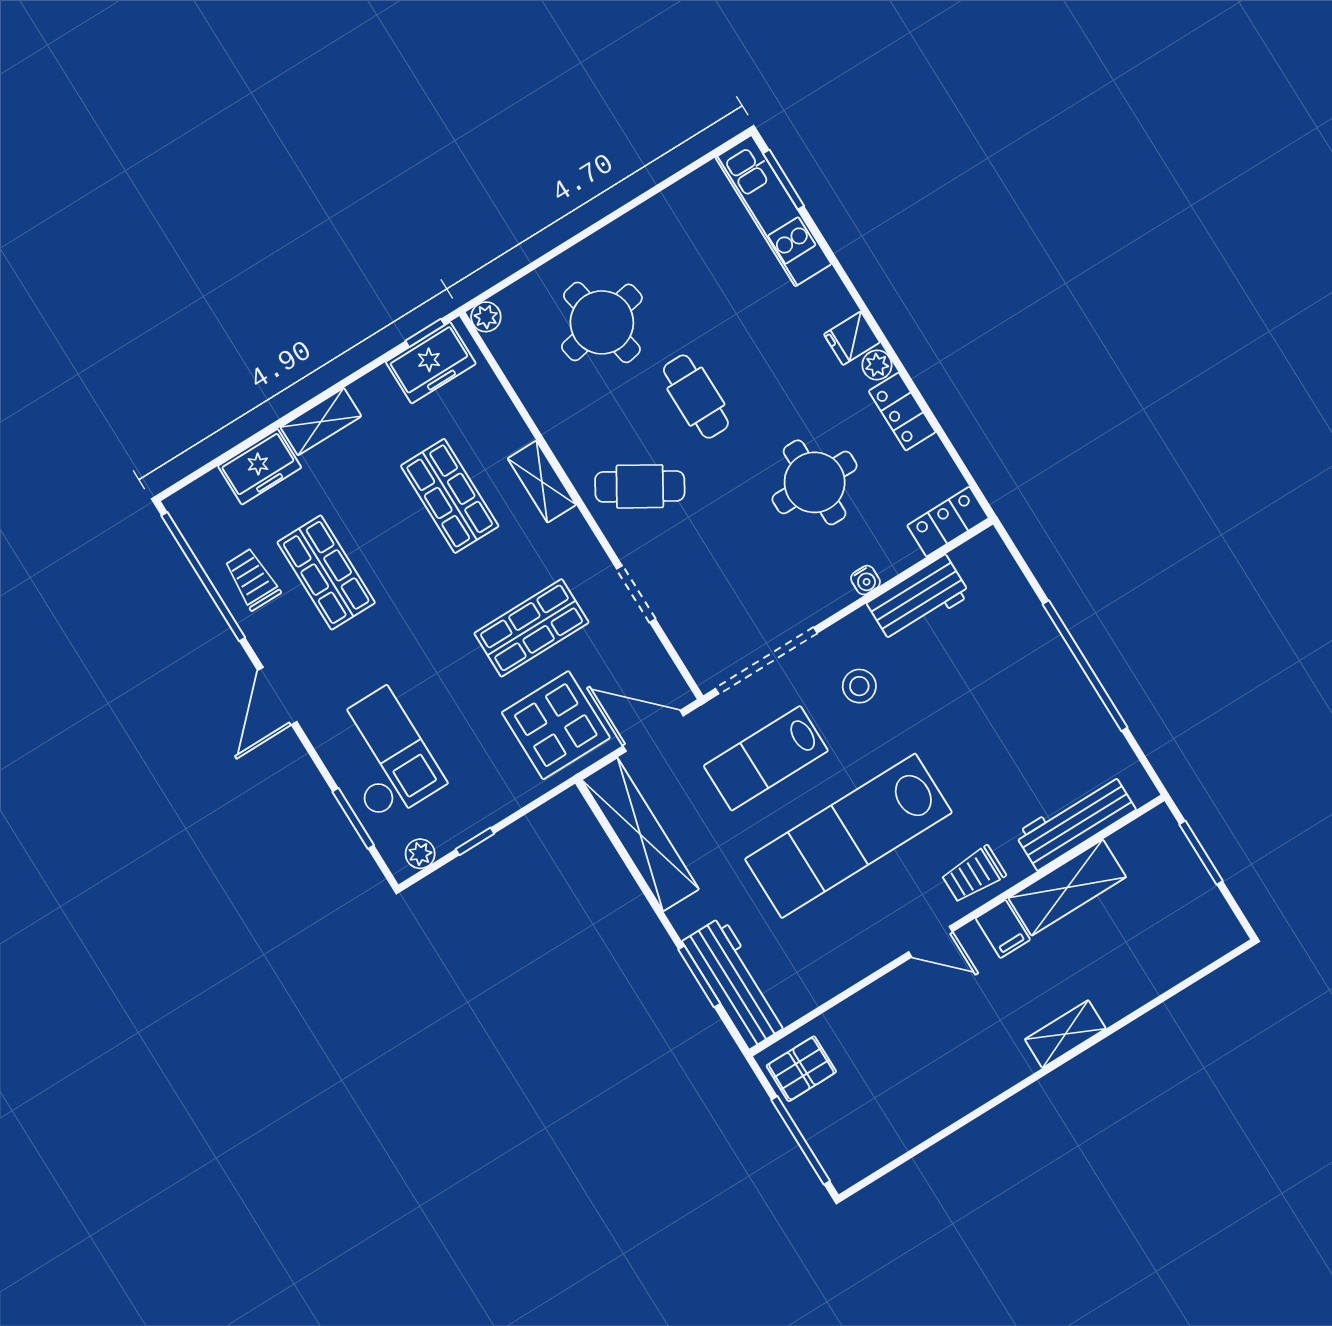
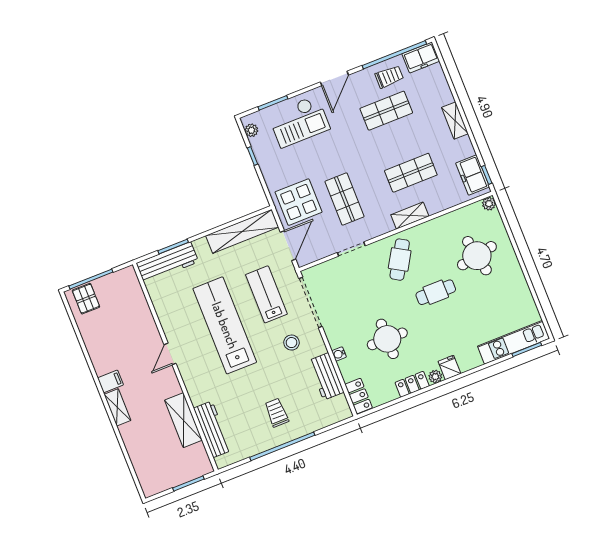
freezer: (260, 467) -> (421, 57), moved, turned -90
door: (277, 696) -> (334, 78), swing flipped
trolley: (973, 874) -> (277, 413), moved
filing cabinet: (1003, 929) -> (110, 381), moved, turned 180
pallet: (801, 1069) -> (86, 299), moved

